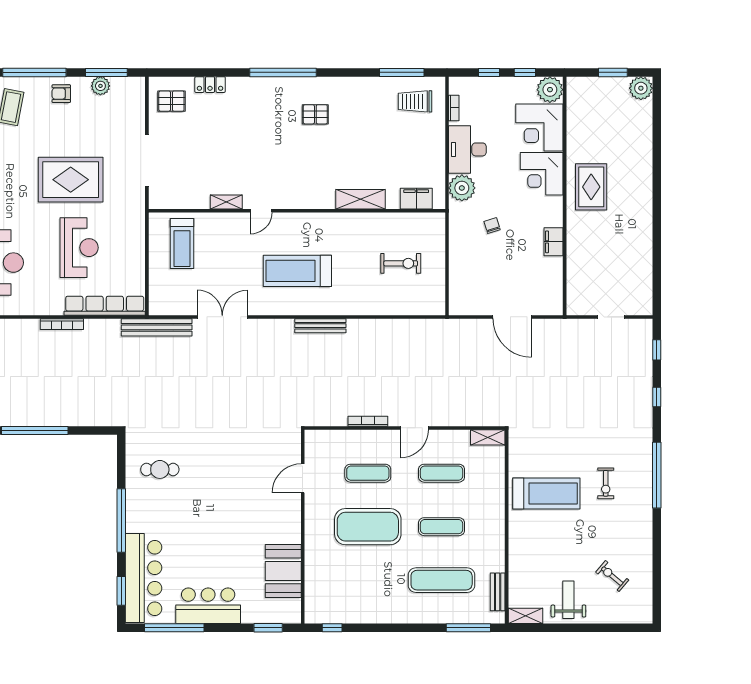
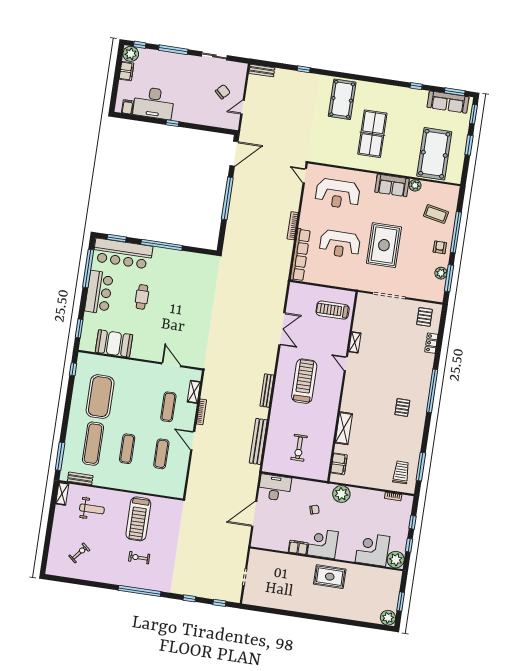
desk: (467, 149) -> (275, 488), moved
corner desk: (542, 174) -> (323, 543), moved
bench: (157, 327) -> (258, 441), moved
shelving: (488, 437) -> (194, 392), moved
cafe table: (160, 469) -> (142, 297), moved
exercise mat: (368, 527) -> (100, 397), moved
weight bench: (568, 600) -> (92, 509), moved

